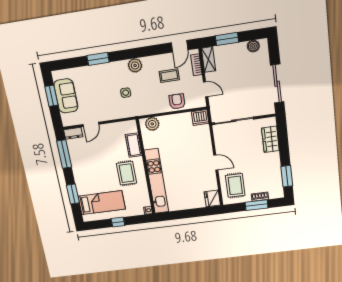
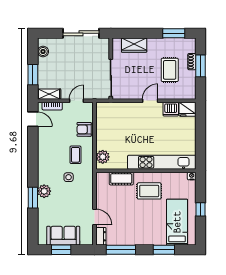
plant: (135, 65) -> (44, 191), moved
coffee table: (169, 76) -> (75, 155), moved
dishwasher: (200, 118) -> (171, 109), moved, turned 90
rug: (235, 185) -> (170, 70), moved, turned 90

